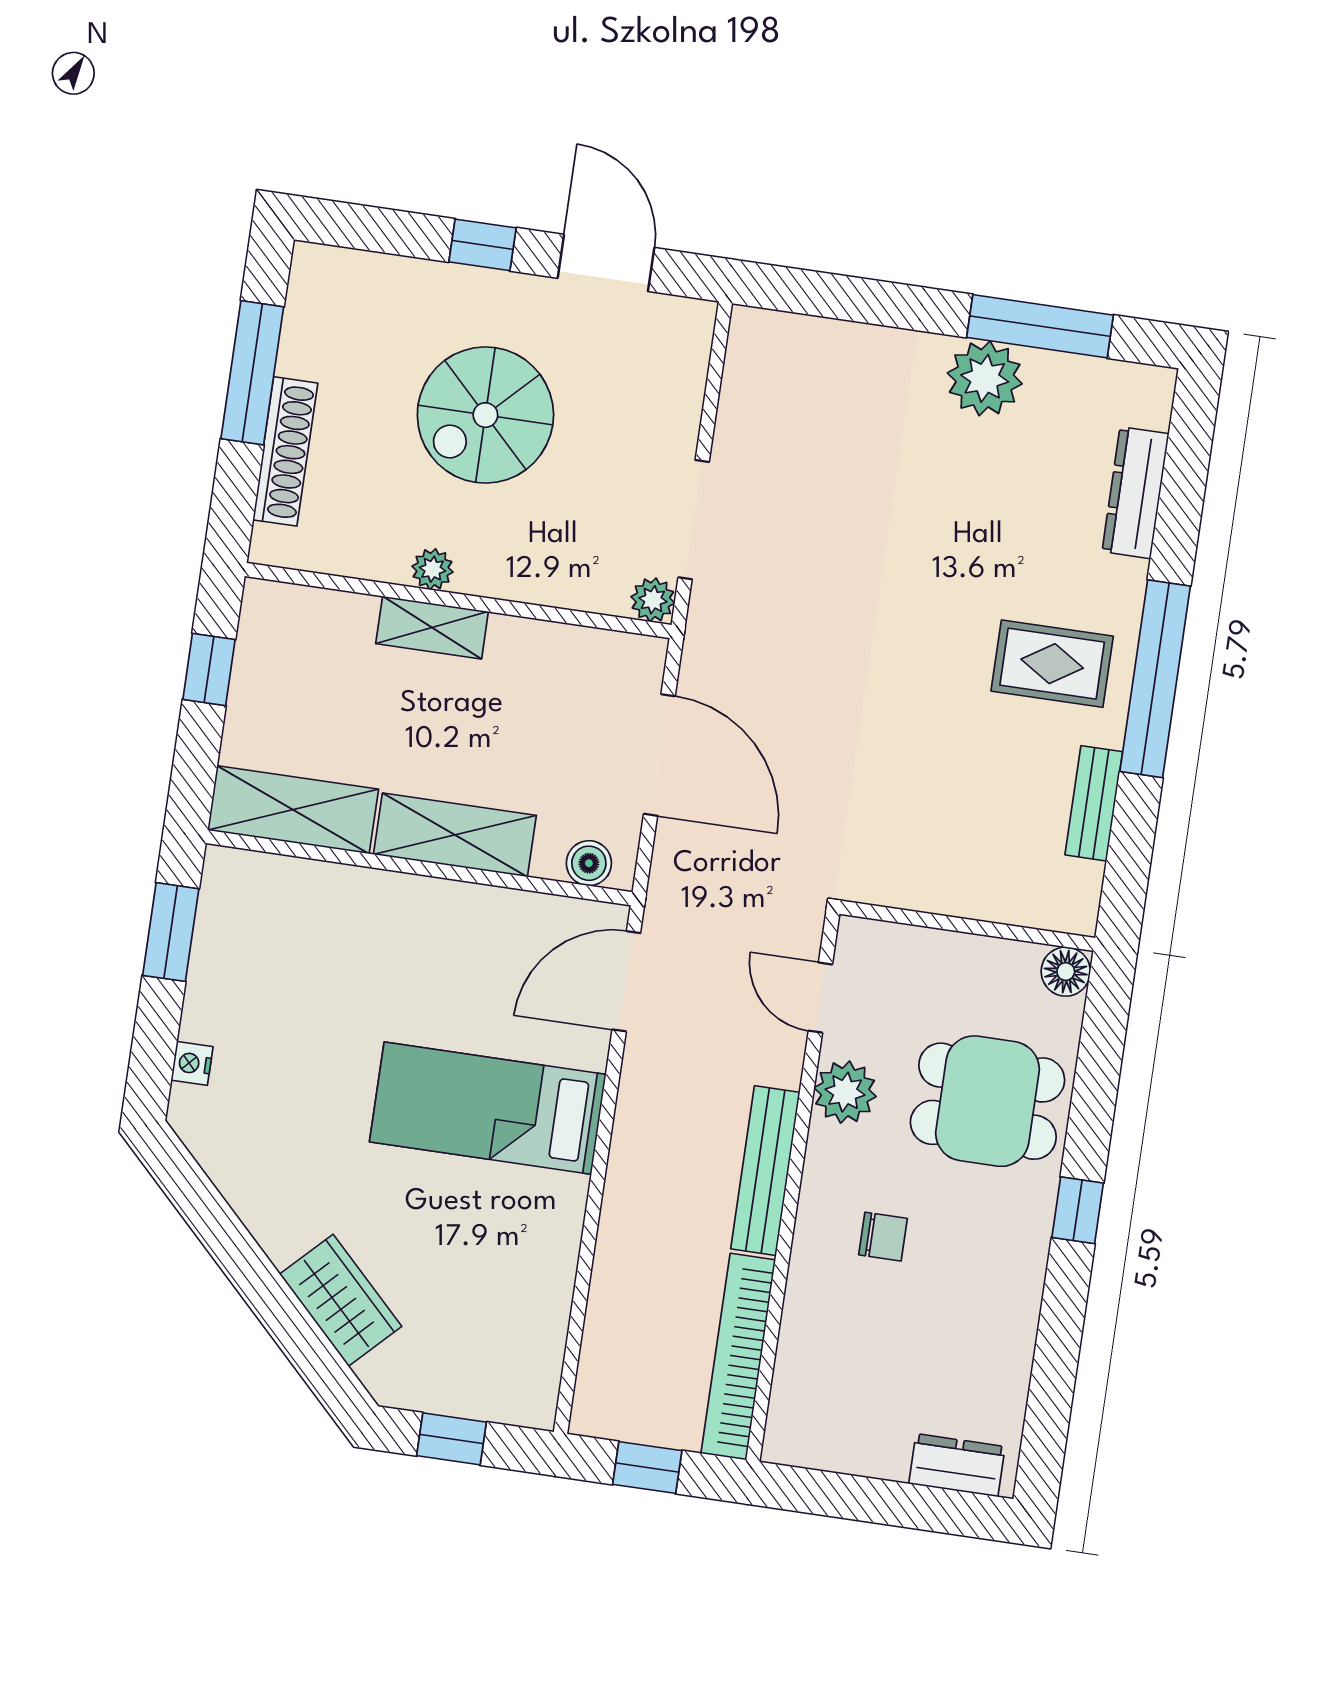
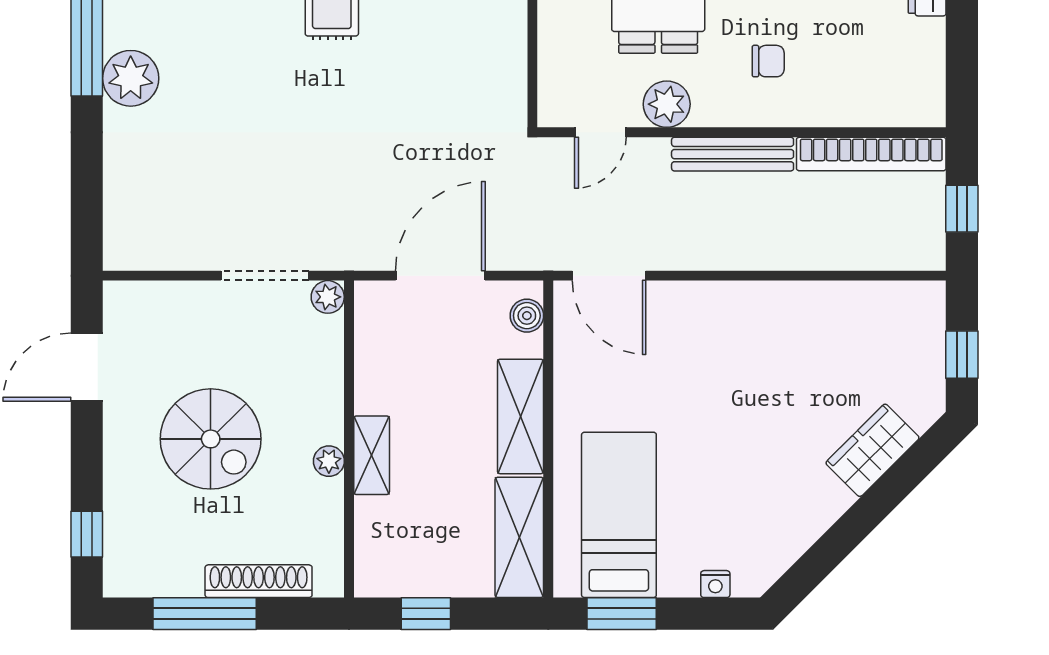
window: (482, 245) -> (87, 534), moved
bed: (488, 1108) -> (619, 515), moved, turned 180
chair: (883, 1237) -> (768, 61), turned 90

